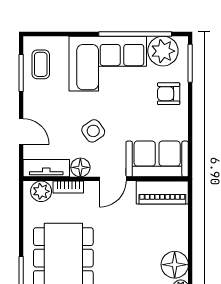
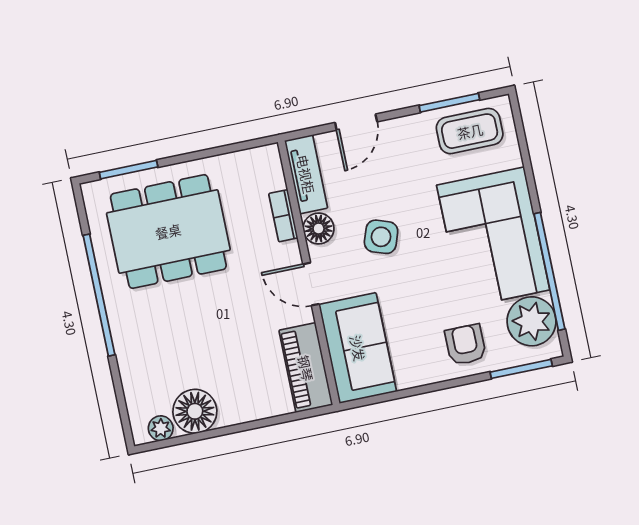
coffee table: (41, 64) -> (470, 131), width x1.36, depth x1.30
side table: (93, 131) -> (381, 237), turned -36
plant: (41, 191) -> (267, 174), removed

